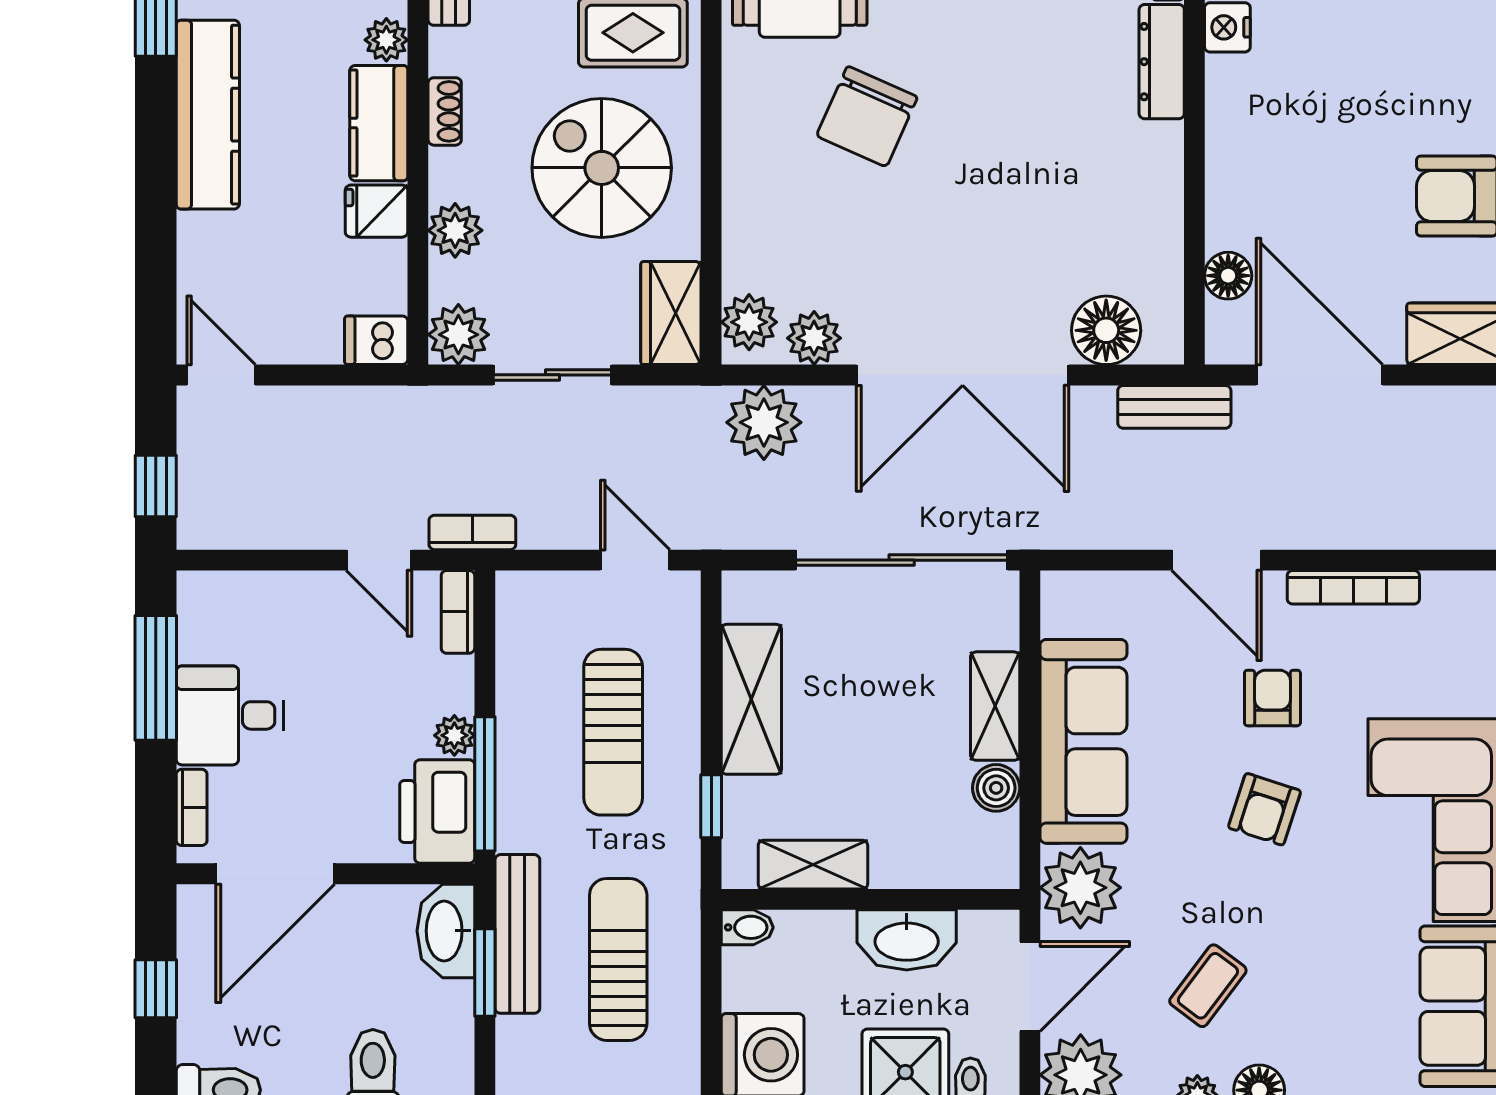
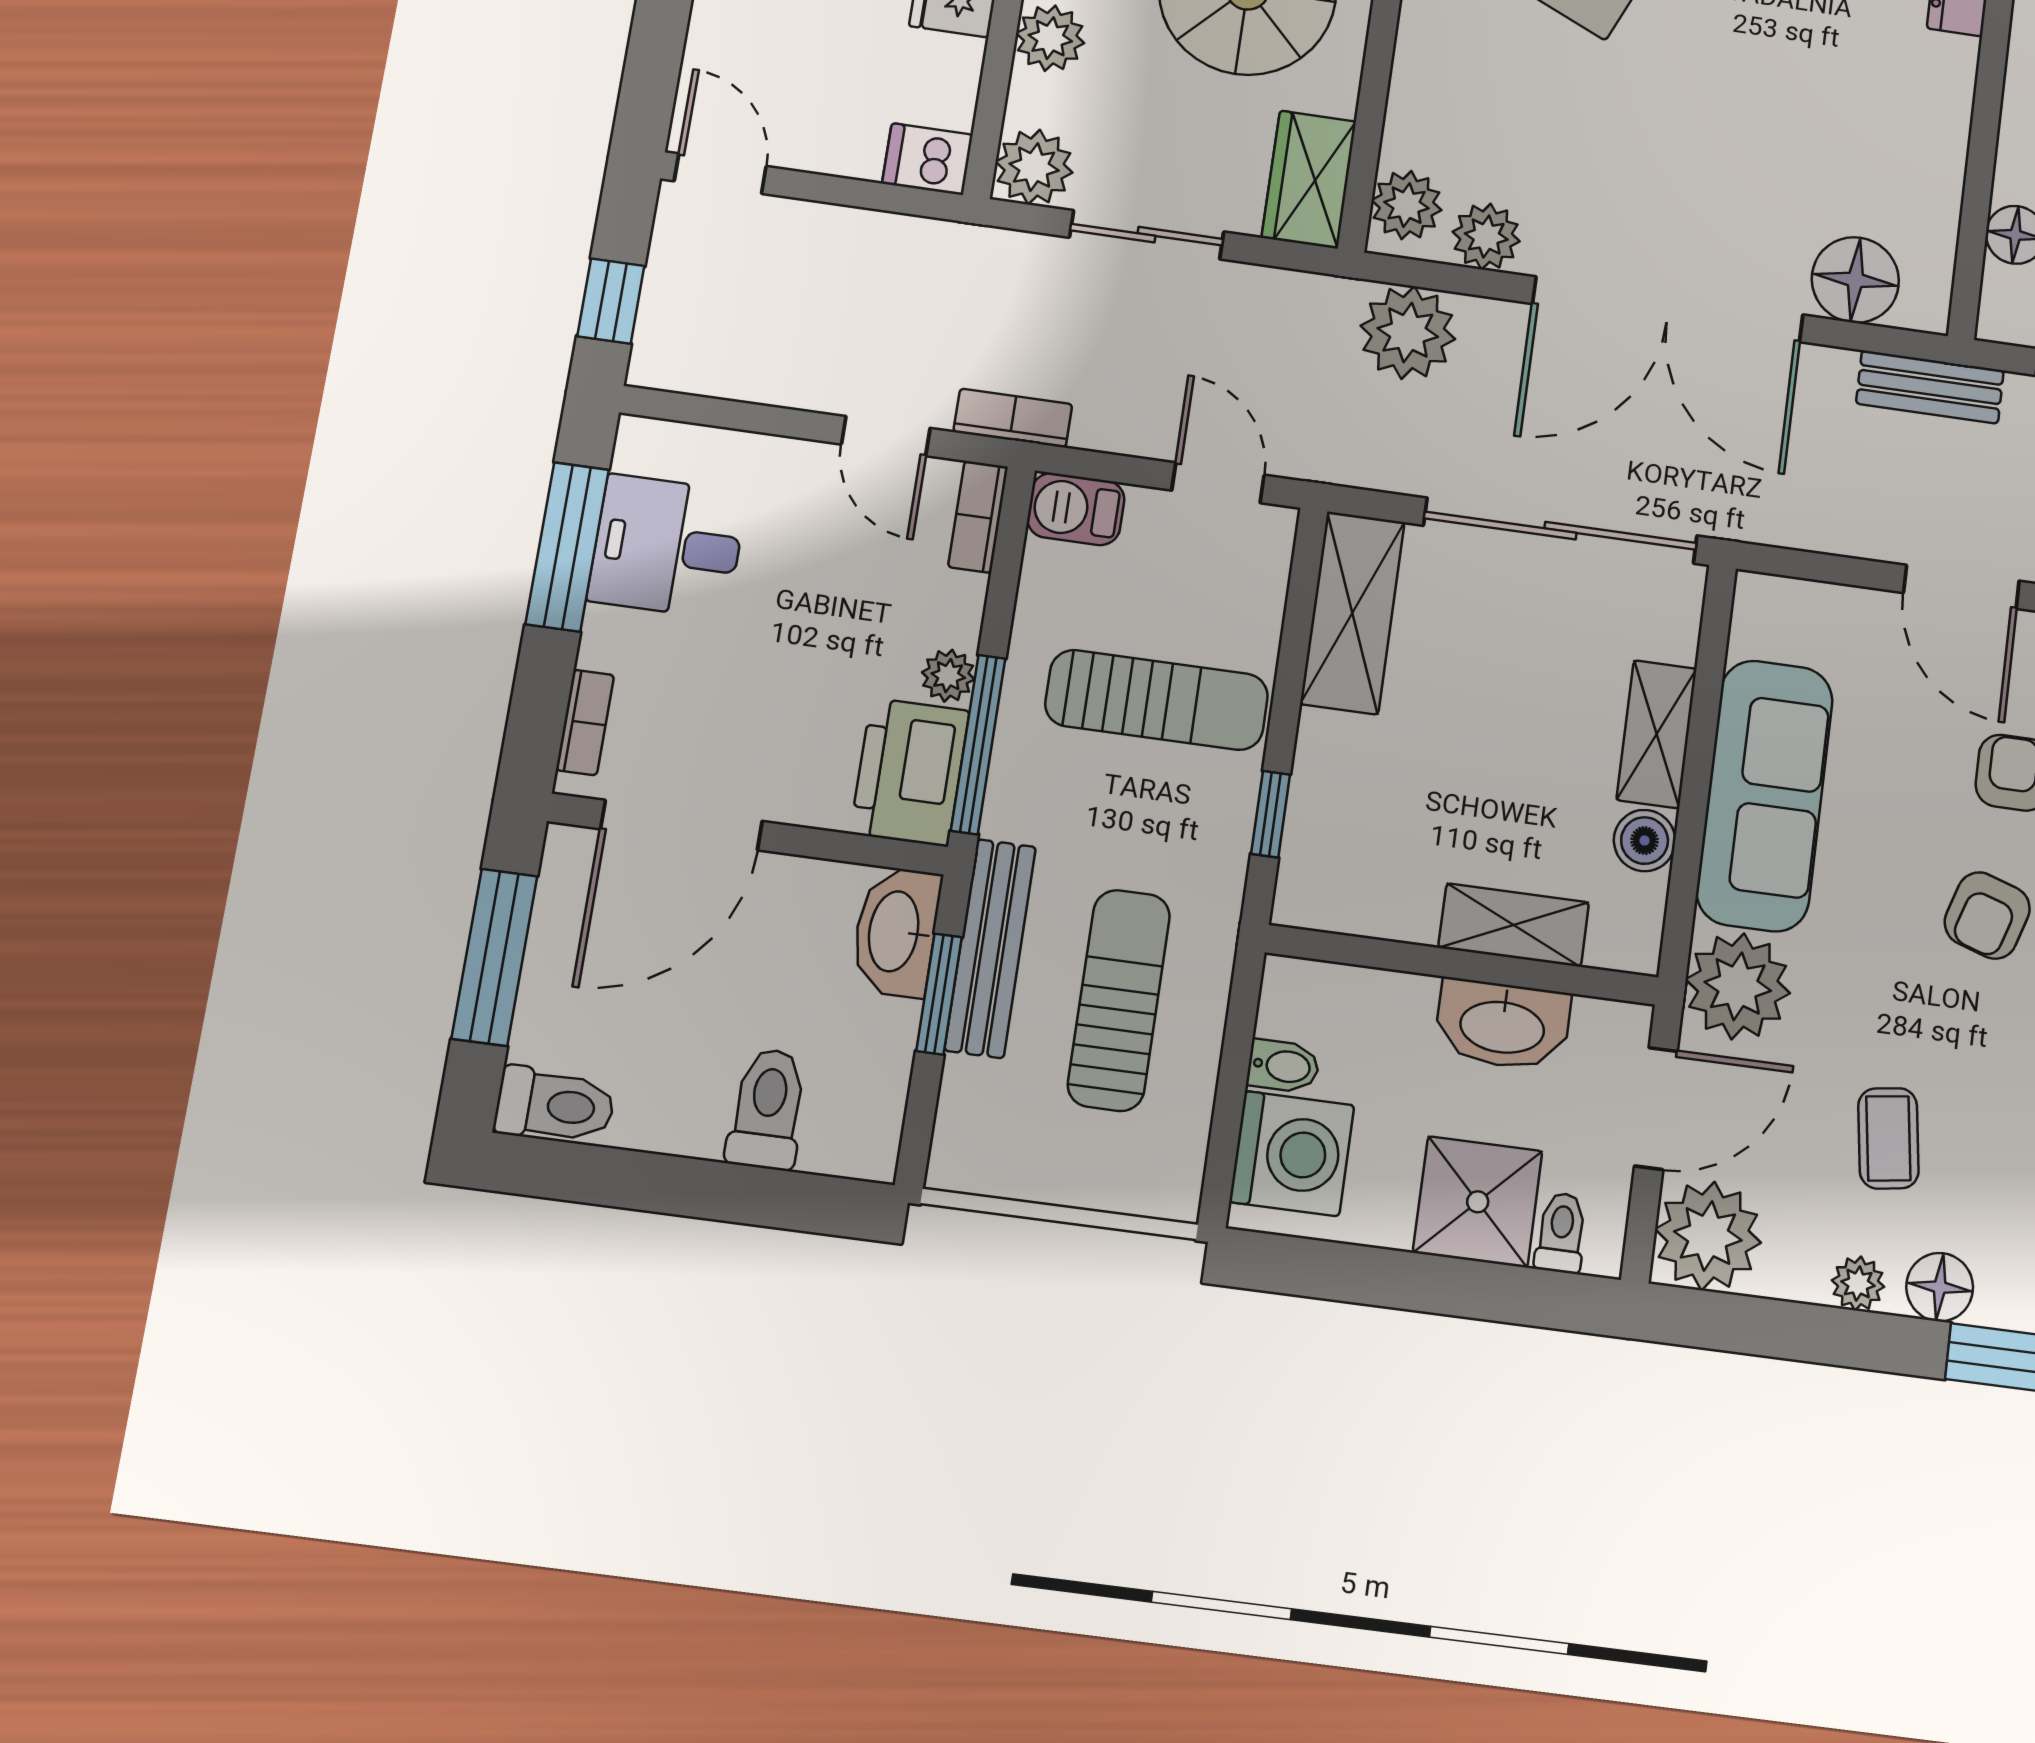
barbecue: (531, 596) -> (1076, 509), added
shelving: (751, 699) -> (1352, 613), moved
desk: (230, 715) -> (667, 546), moved
sun lounger: (613, 732) -> (1157, 700), turned -90
shelving: (813, 865) -> (1514, 925), moved
bidet: (747, 927) -> (1283, 1066), moved
coffee table: (1208, 986) -> (1888, 1138), turned -45
window: (156, 989) -> (494, 957), width x2.17

